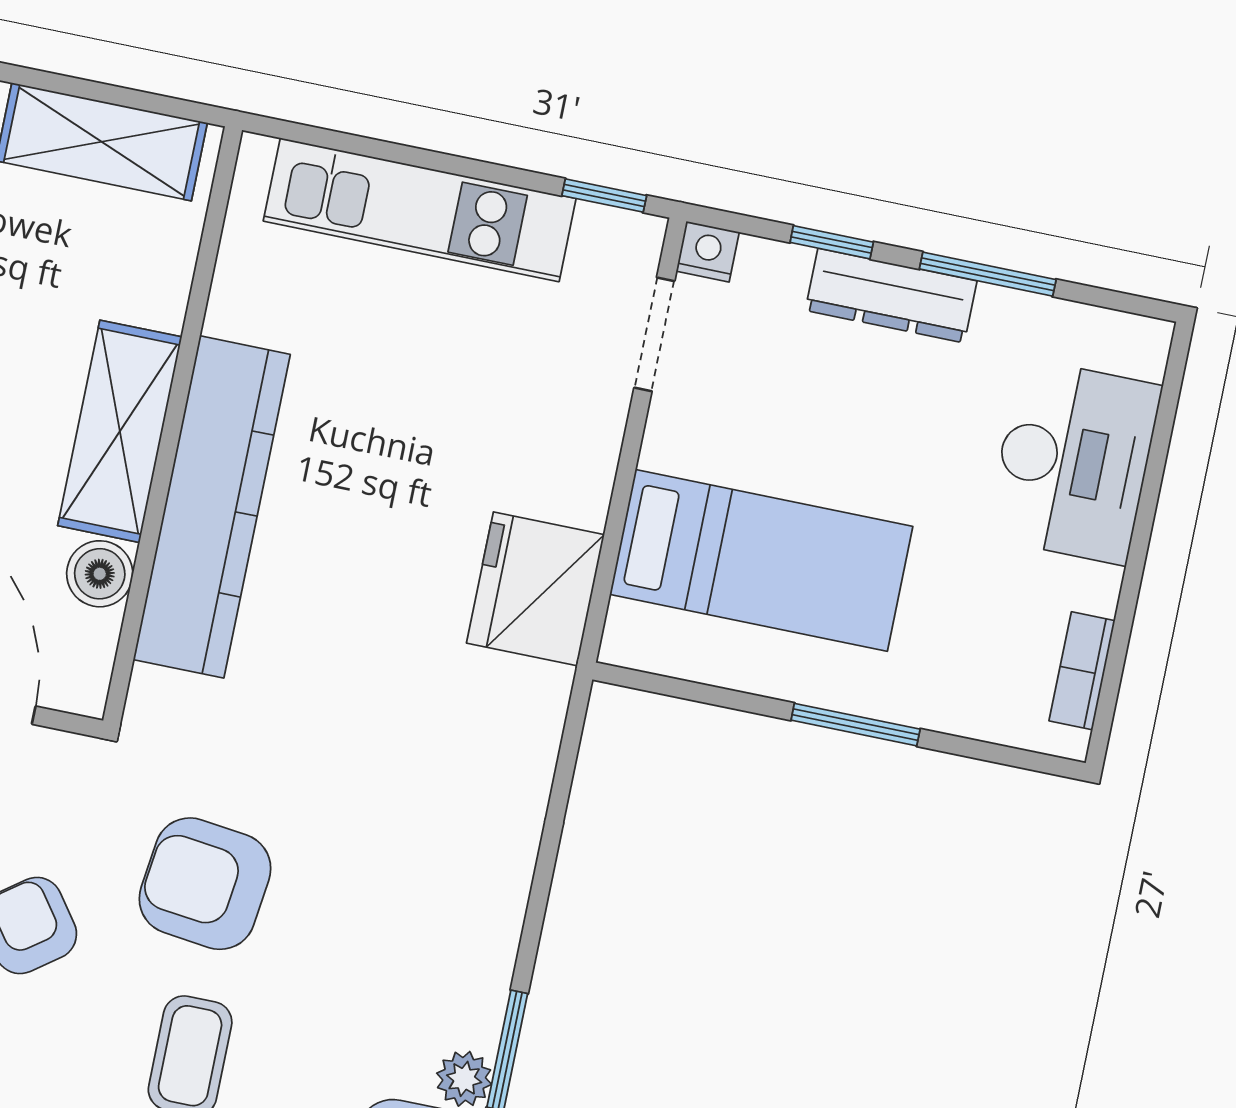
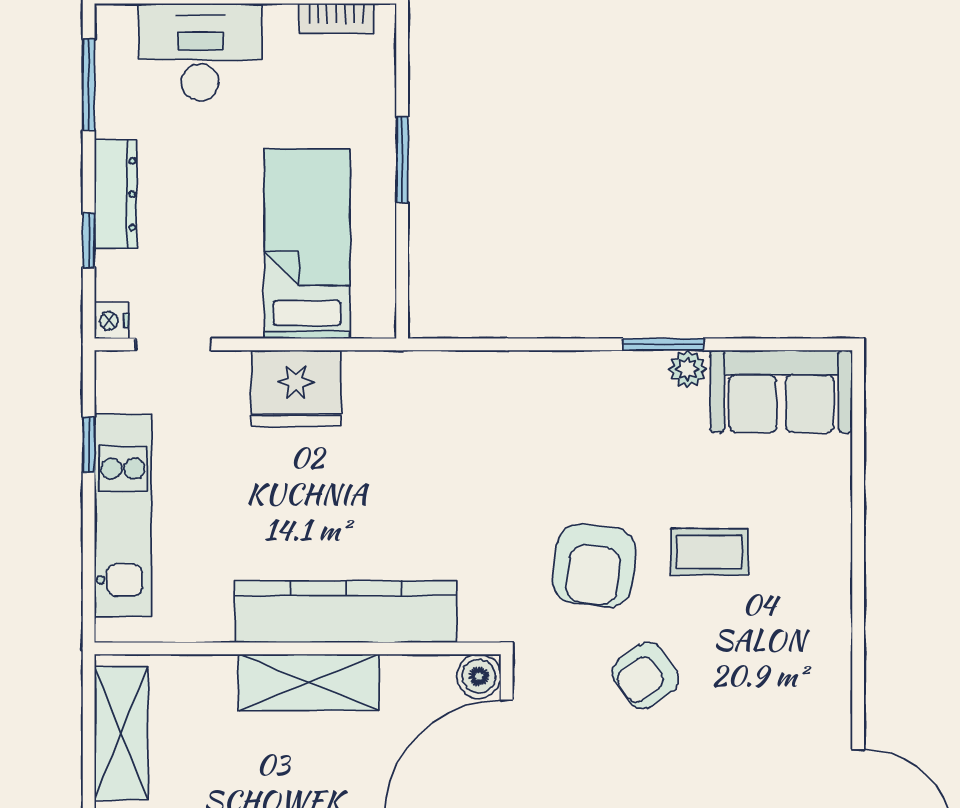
window: (604, 196) -> (89, 445), moved
window: (988, 274) -> (89, 84), moved
boiler: (100, 574) -> (479, 676), moved
fridge: (535, 589) -> (296, 388), moved

